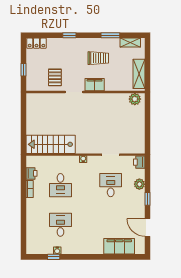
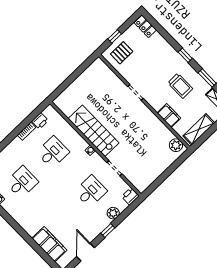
window: (69, 35) -> (185, 55), moved
pallet: (55, 77) -> (122, 53), moved
filing cabinet: (95, 85) -> (169, 116), moved
stairs: (51, 144) -> (94, 131), moved
desk: (60, 185) -> (53, 152), turned 180

